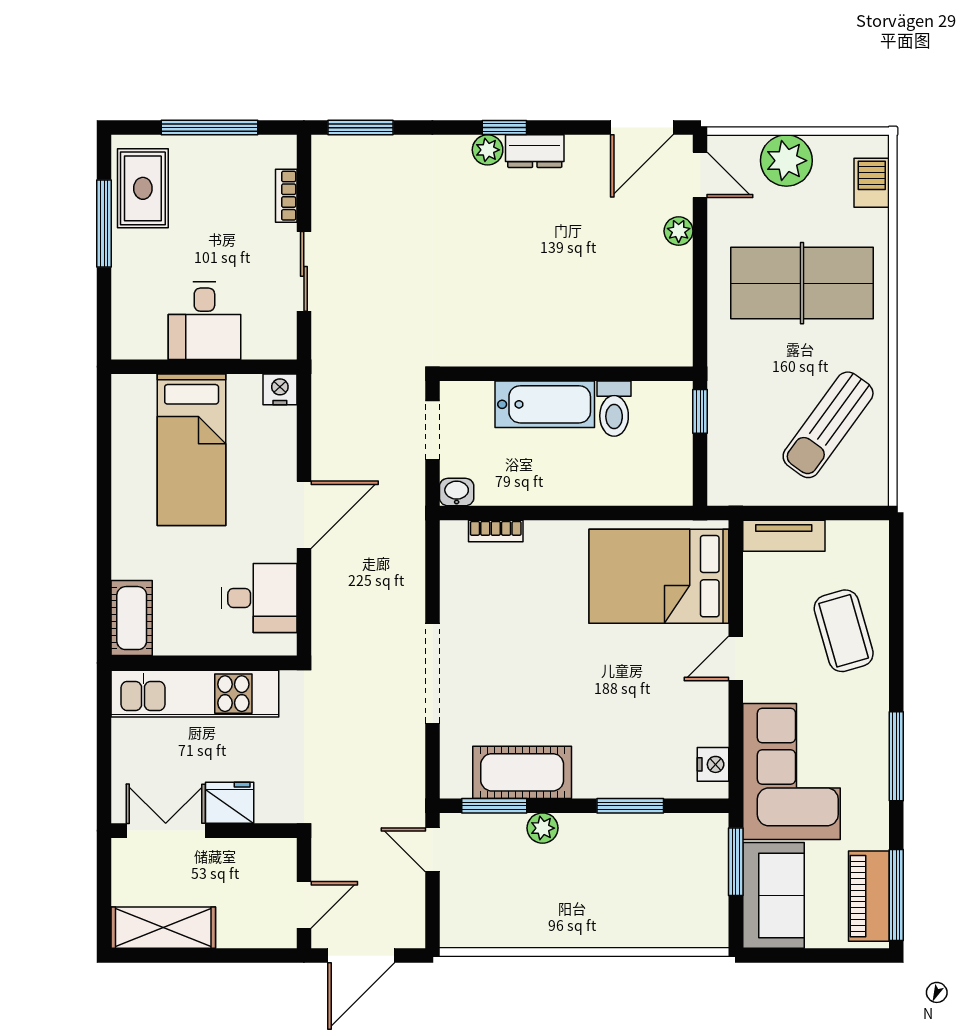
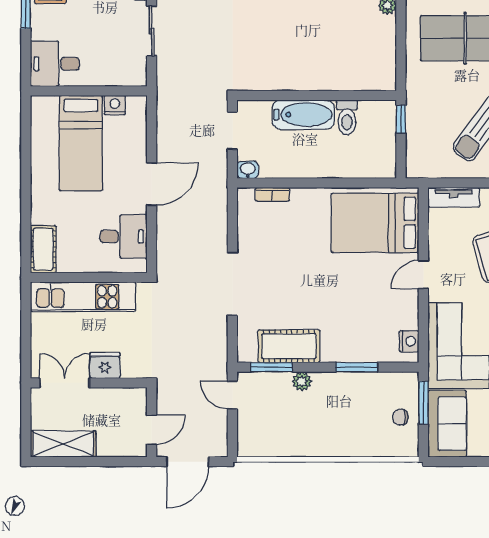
desk: (204, 321) -> (55, 64), moved, turned 90
nightstand: (280, 389) -> (115, 105), moved
chair: (699, 885) -> (400, 417), added

